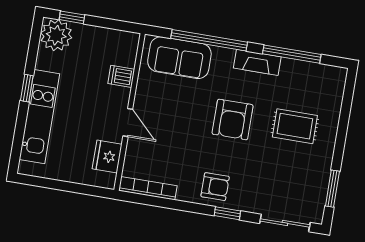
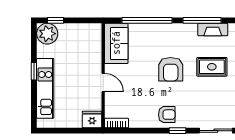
sofa: (179, 58) -> (116, 43), moved, turned -90
fireplace: (257, 62) -> (213, 30), moved
dishwasher: (121, 76) -> (94, 53), removed
fridge: (107, 157) -> (92, 119), moved, turned 90
bookcase: (148, 188) -> (117, 123), width x0.64

